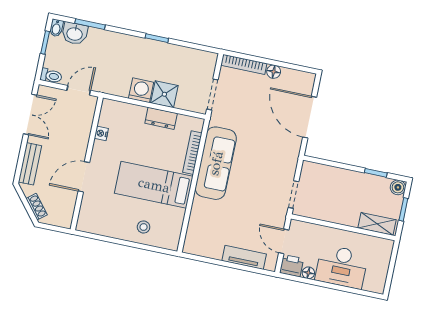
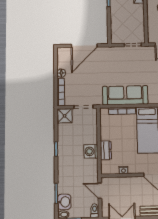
shower: (164, 94) -> (65, 116), moved
dresser: (161, 118) -> (106, 150), moved

